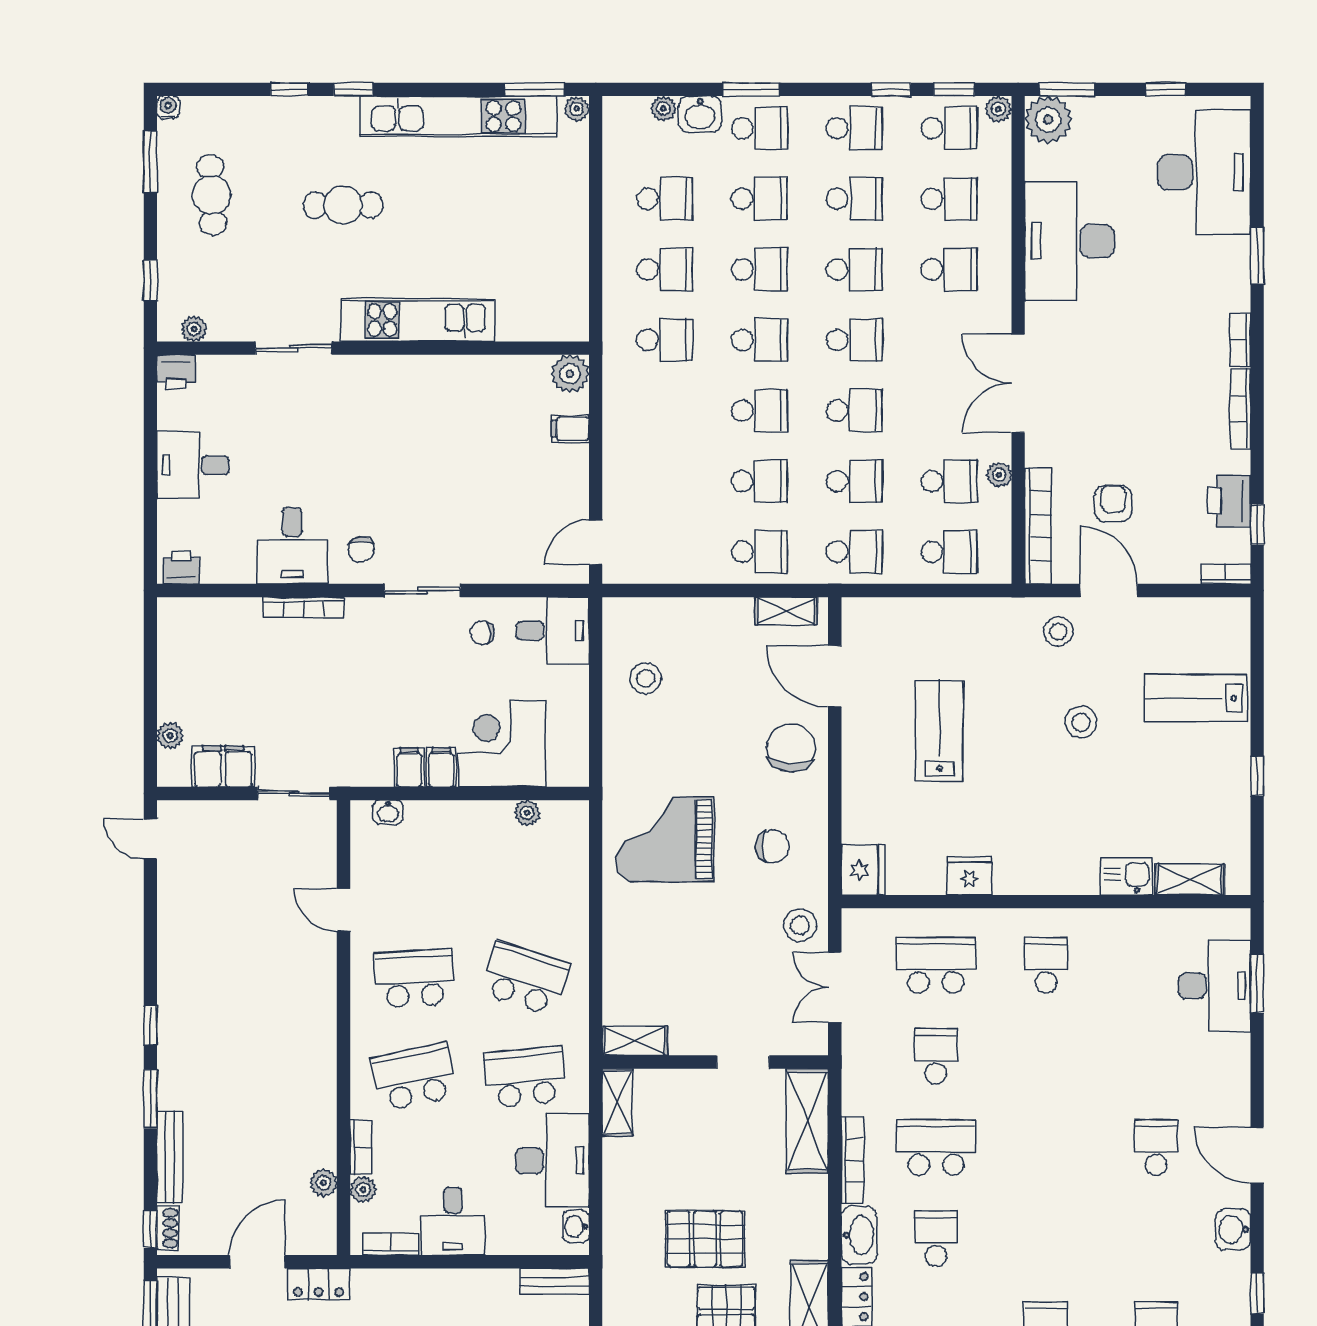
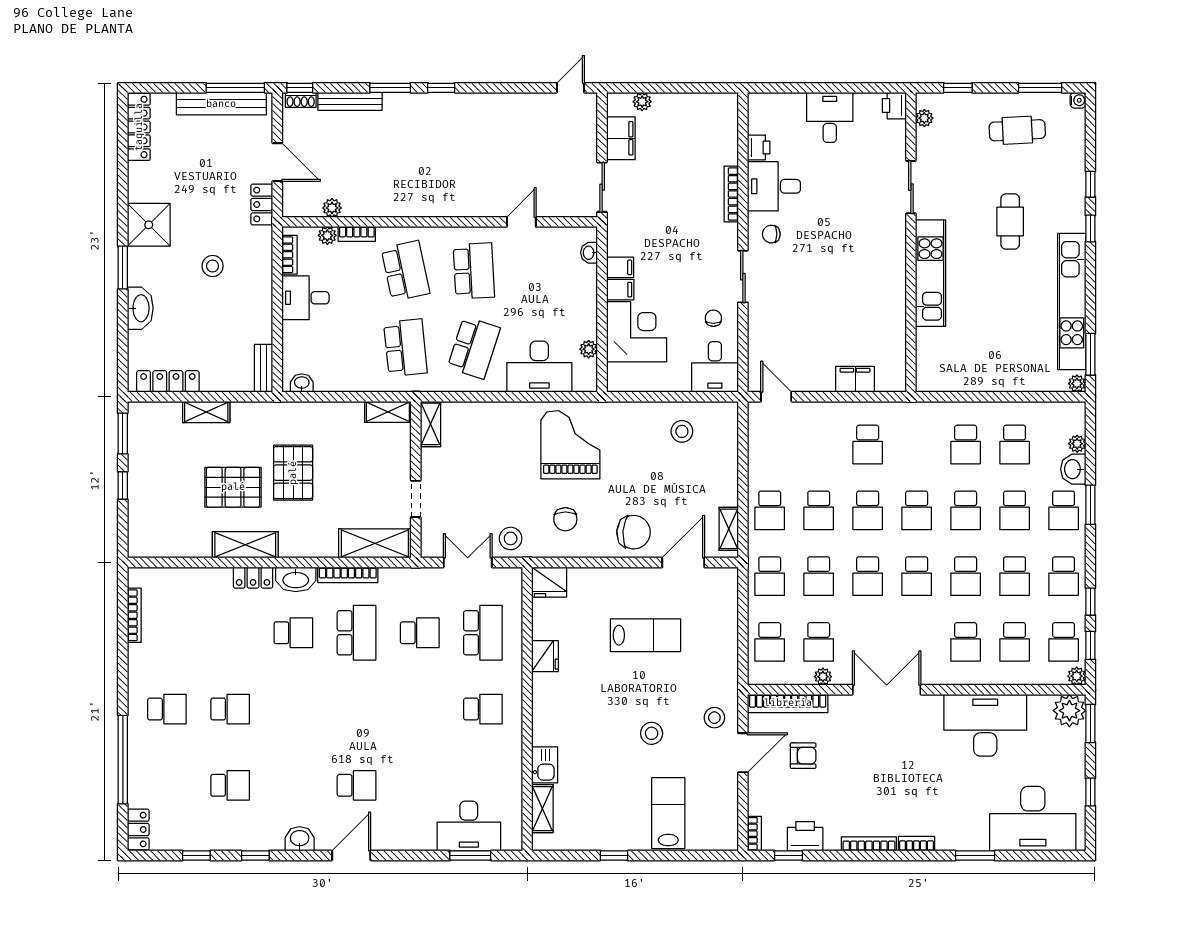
school desk: (665, 340) -> (868, 445), moved
plant: (570, 374) -> (893, 379), removed
filing cabinet: (570, 429) -> (855, 379), width x2.00
printer: (181, 568) -> (759, 147), moved
desk: (552, 1161) -> (539, 367), moved

